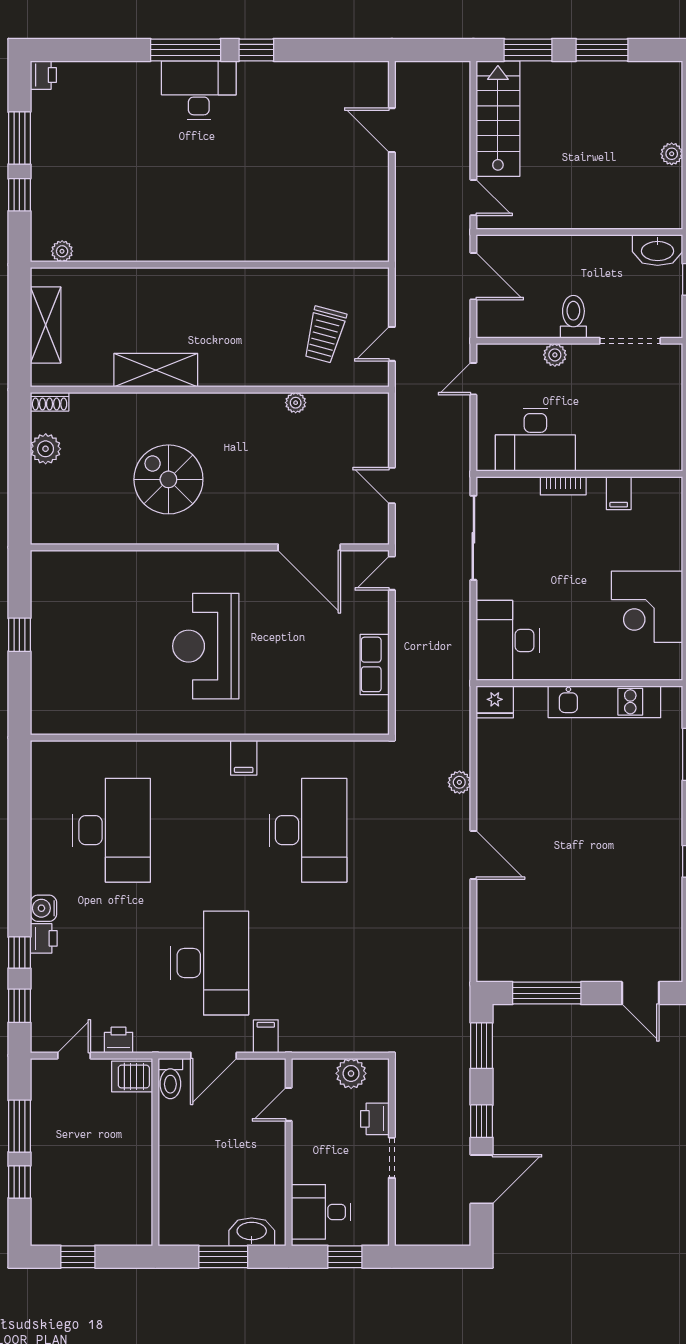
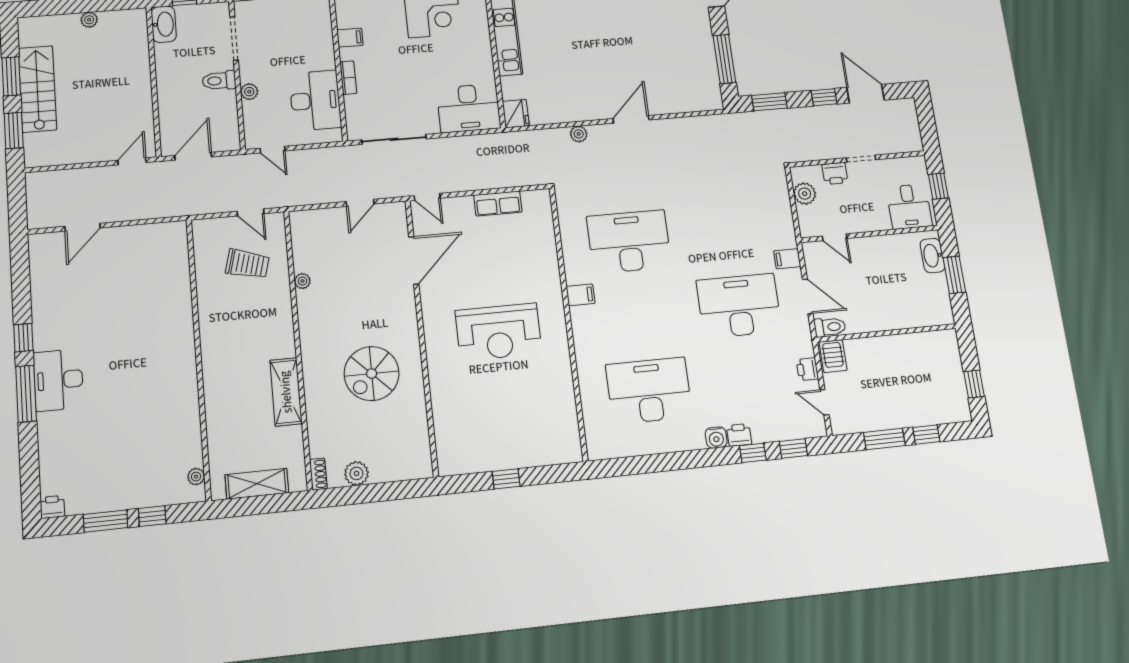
stairs: (498, 119) -> (38, 89), moved, turned 90

